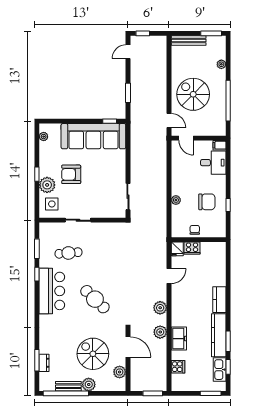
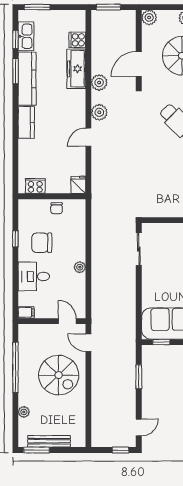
bench: (189, 40) -> (49, 441), moved
desk: (213, 163) -> (34, 276), moved
plant: (176, 200) -> (80, 267), moved
cooker: (192, 248) -> (35, 186), moved
door: (169, 276) -> (88, 137), moved
freezer: (179, 339) -> (76, 69), width x1.40
door: (128, 347) -> (139, 64), hinge flipped
plant: (120, 372) -> (149, 17), moved

